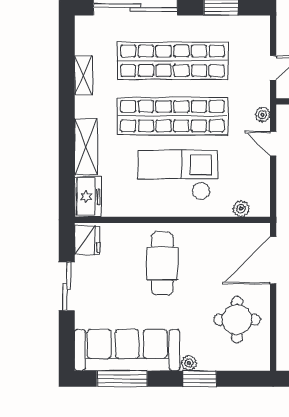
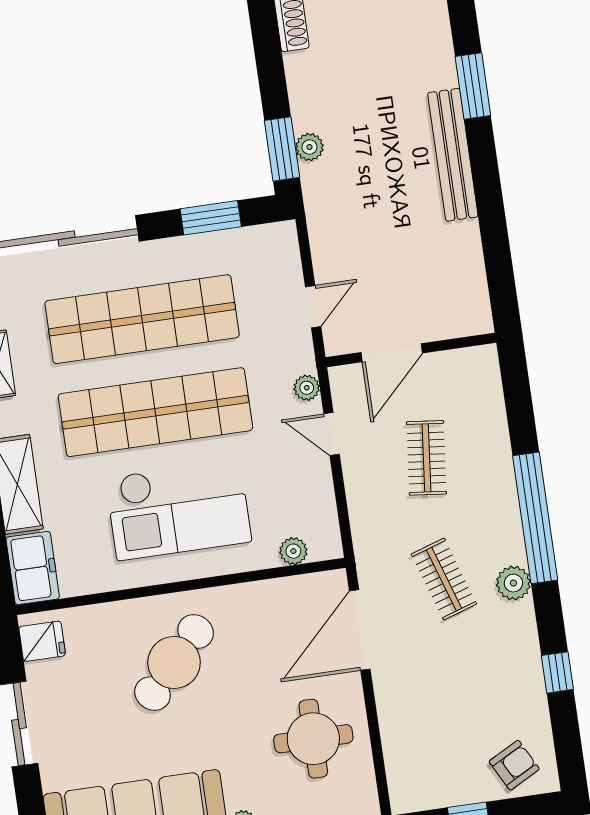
checkout: (178, 175) -> (179, 510), turned 180
fridge: (87, 240) -> (42, 641), width x0.72
cafe table: (162, 264) -> (174, 663), turned 43

